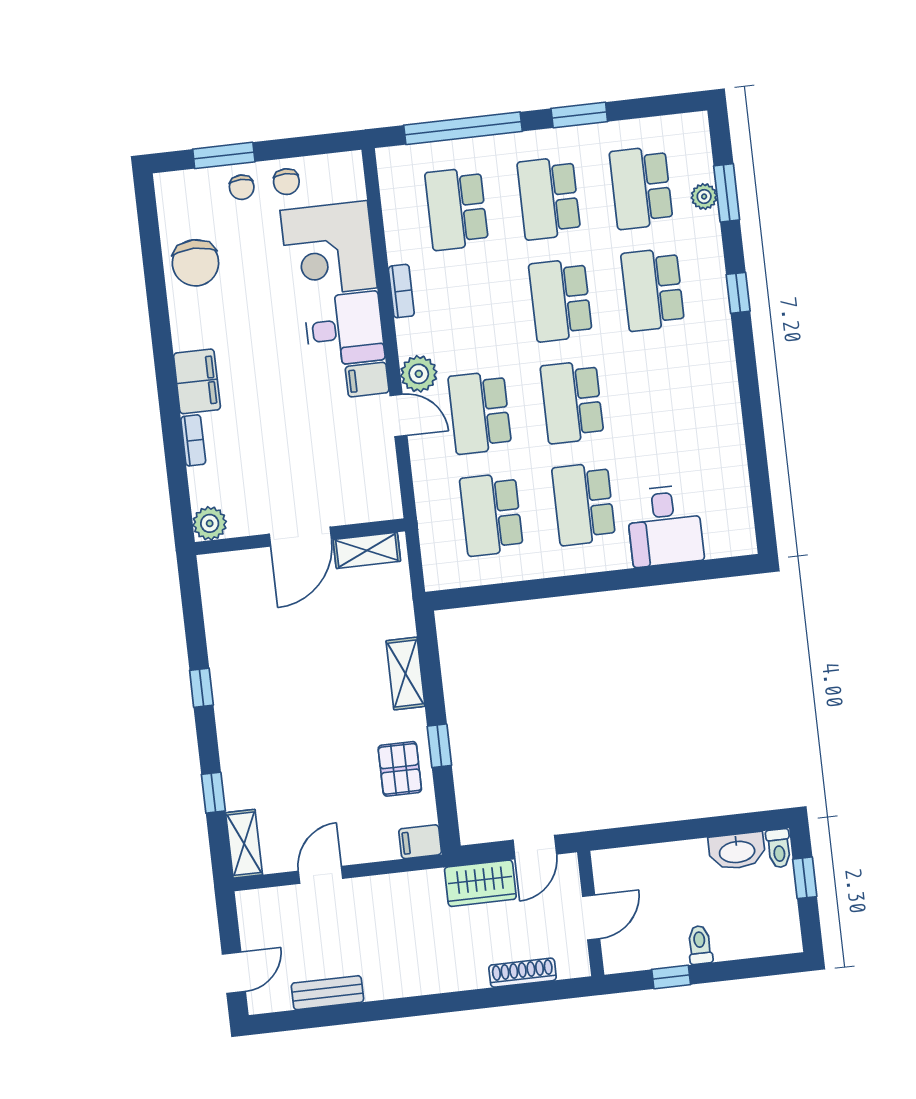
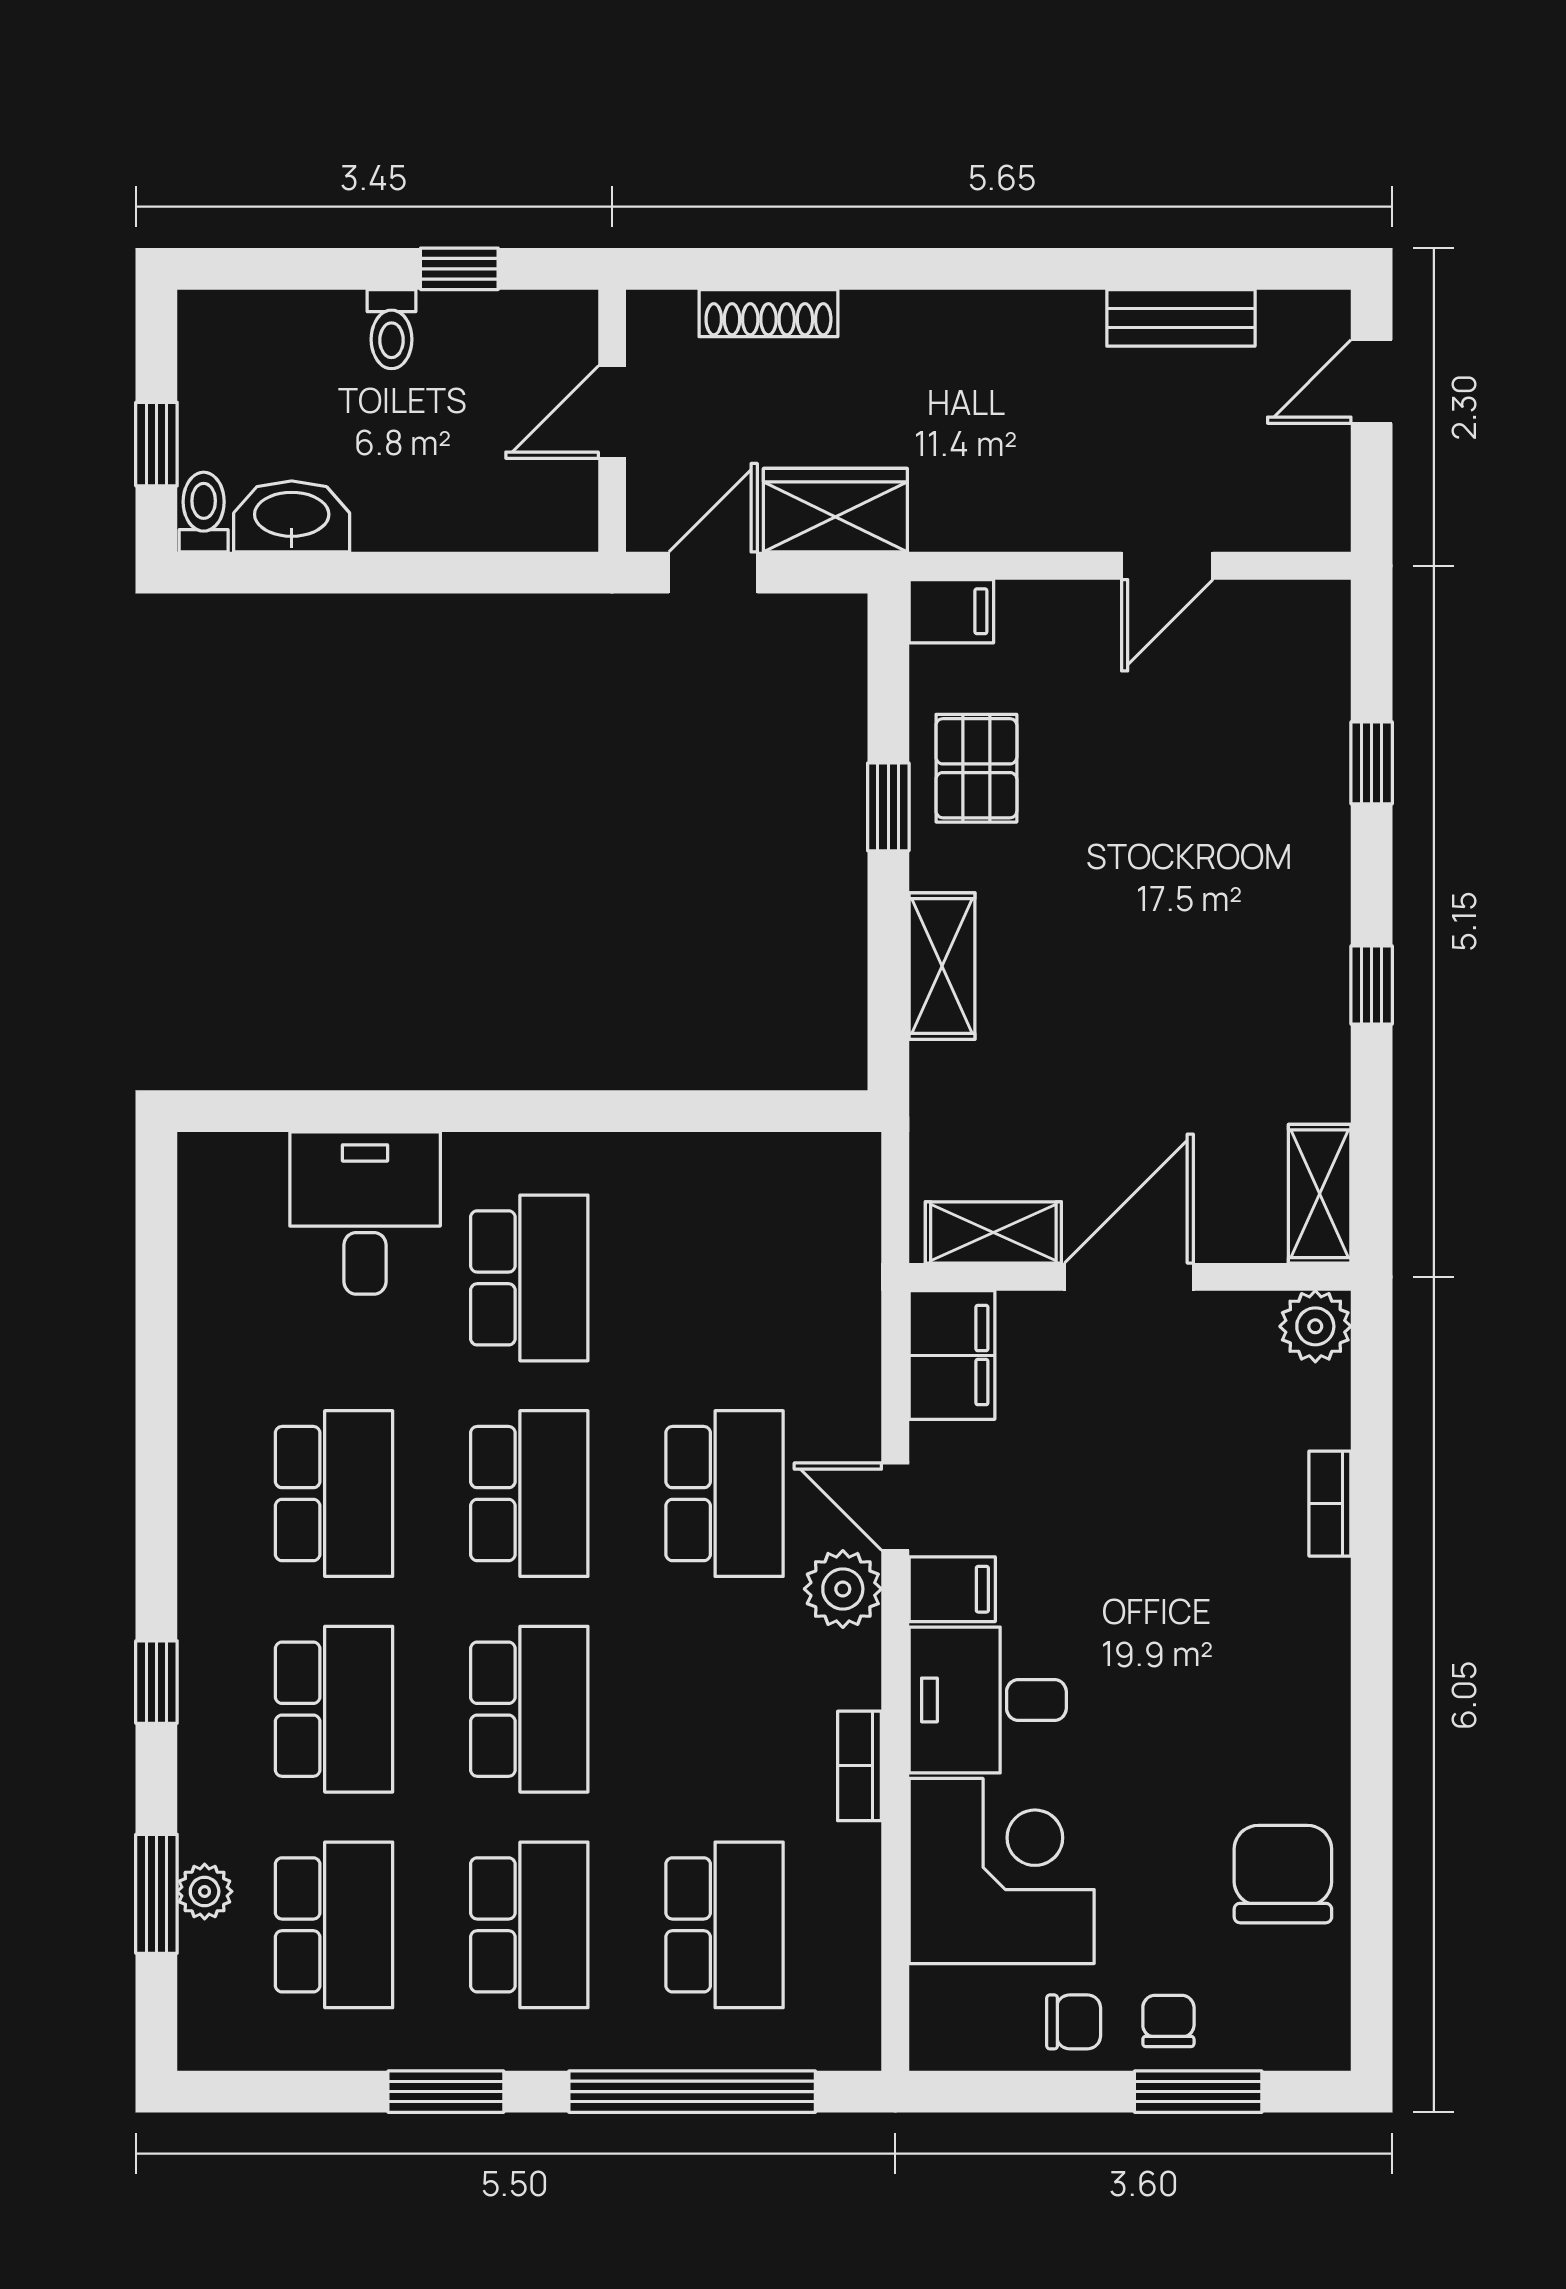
chair: (286, 182) -> (1074, 2022), turned 90
filing cabinet: (197, 381) -> (952, 1355), moved, turned 180
school desk: (491, 514) -> (334, 1494), moved
shelving: (244, 844) -> (1320, 1194), moved

